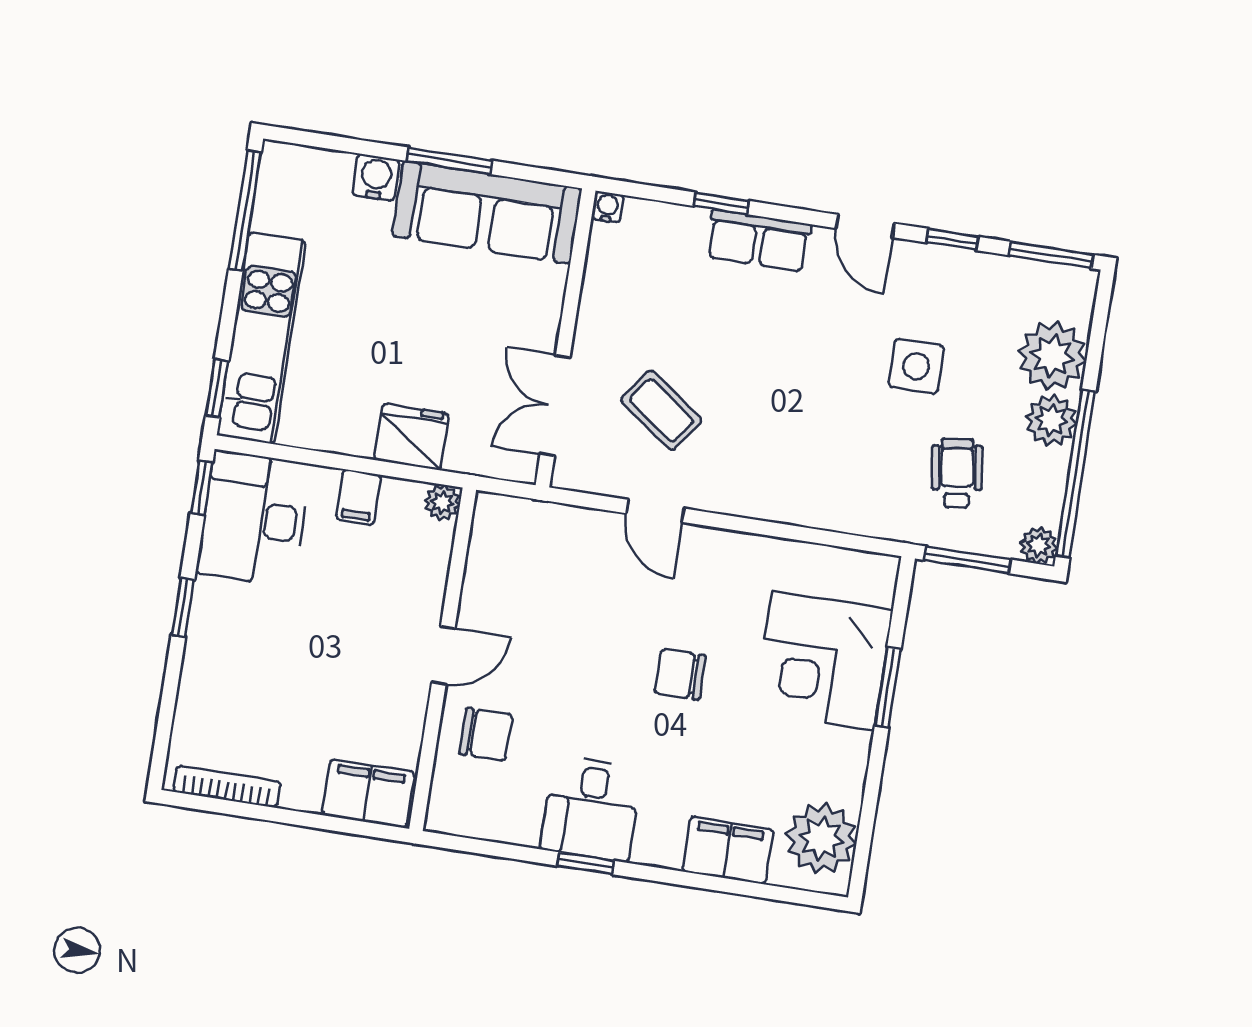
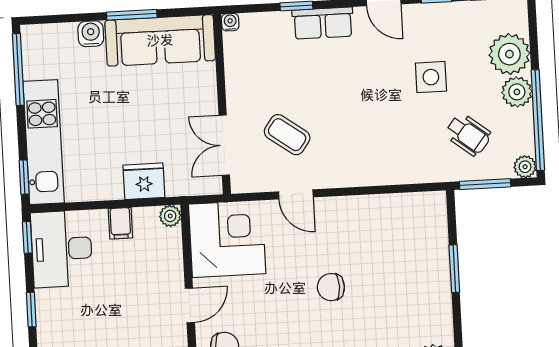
wheelchair: (957, 473) -> (468, 135), turned 136
corner desk: (823, 661) -> (227, 239), moved, turned 180

